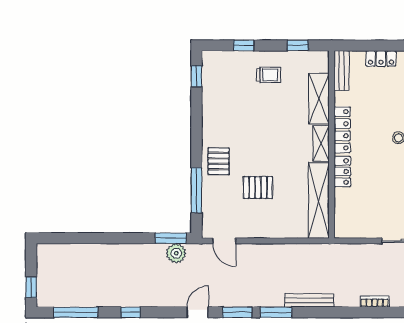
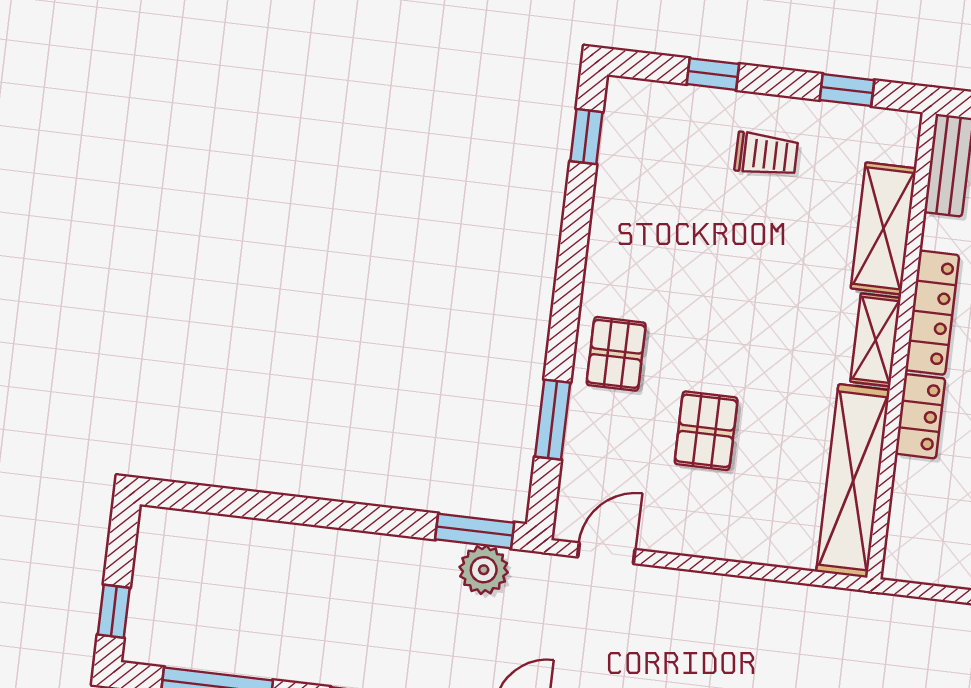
pallet: (258, 187) -> (706, 431), turned 90
window: (196, 190) -> (553, 420), width x0.69
door: (224, 241) -> (606, 553), swing flipped

